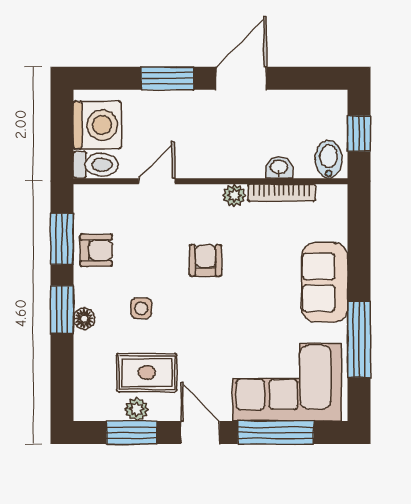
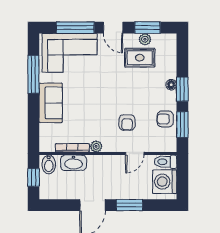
washbasin: (279, 167) -> (74, 163), width x1.91, depth x1.45
armchair: (206, 261) -> (127, 122), moved
side table: (141, 308) -> (143, 90), removed

